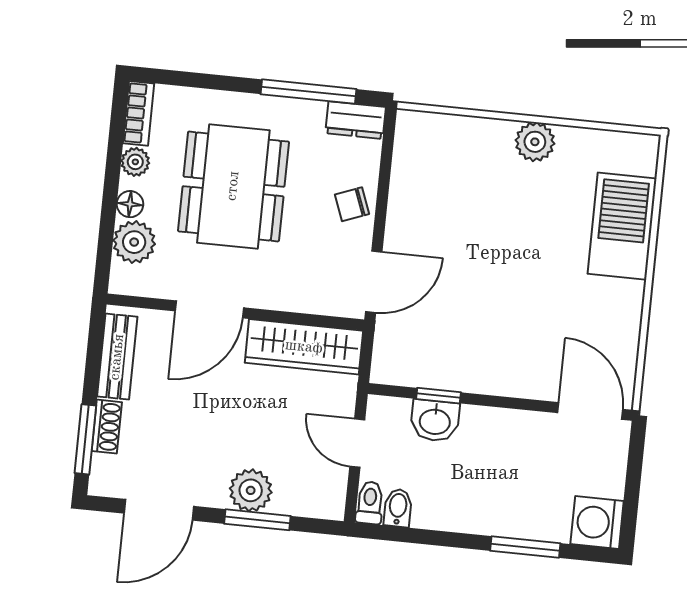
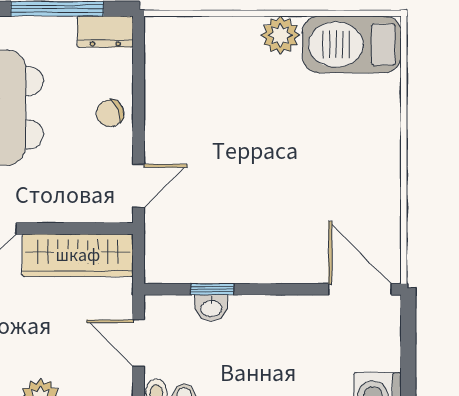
barbecue: (622, 226) -> (352, 44), moved, turned -90
door: (374, 282) -> (139, 186), width x0.73
washbasin: (435, 421) -> (211, 308), width x0.72, depth x0.69

